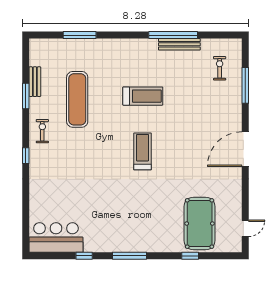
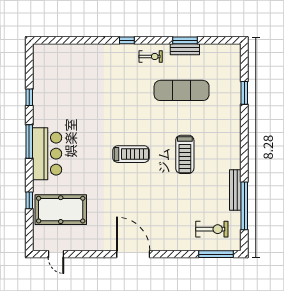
window: (80, 35) -> (244, 93), width x0.69
window: (173, 35) -> (244, 206), moved
exercise bike: (220, 68) -> (212, 229), width x1.38, depth x1.39
bench: (35, 82) -> (185, 49), moved
window: (245, 85) -> (216, 254), moved
bar counter: (56, 238) -> (47, 154), moved

